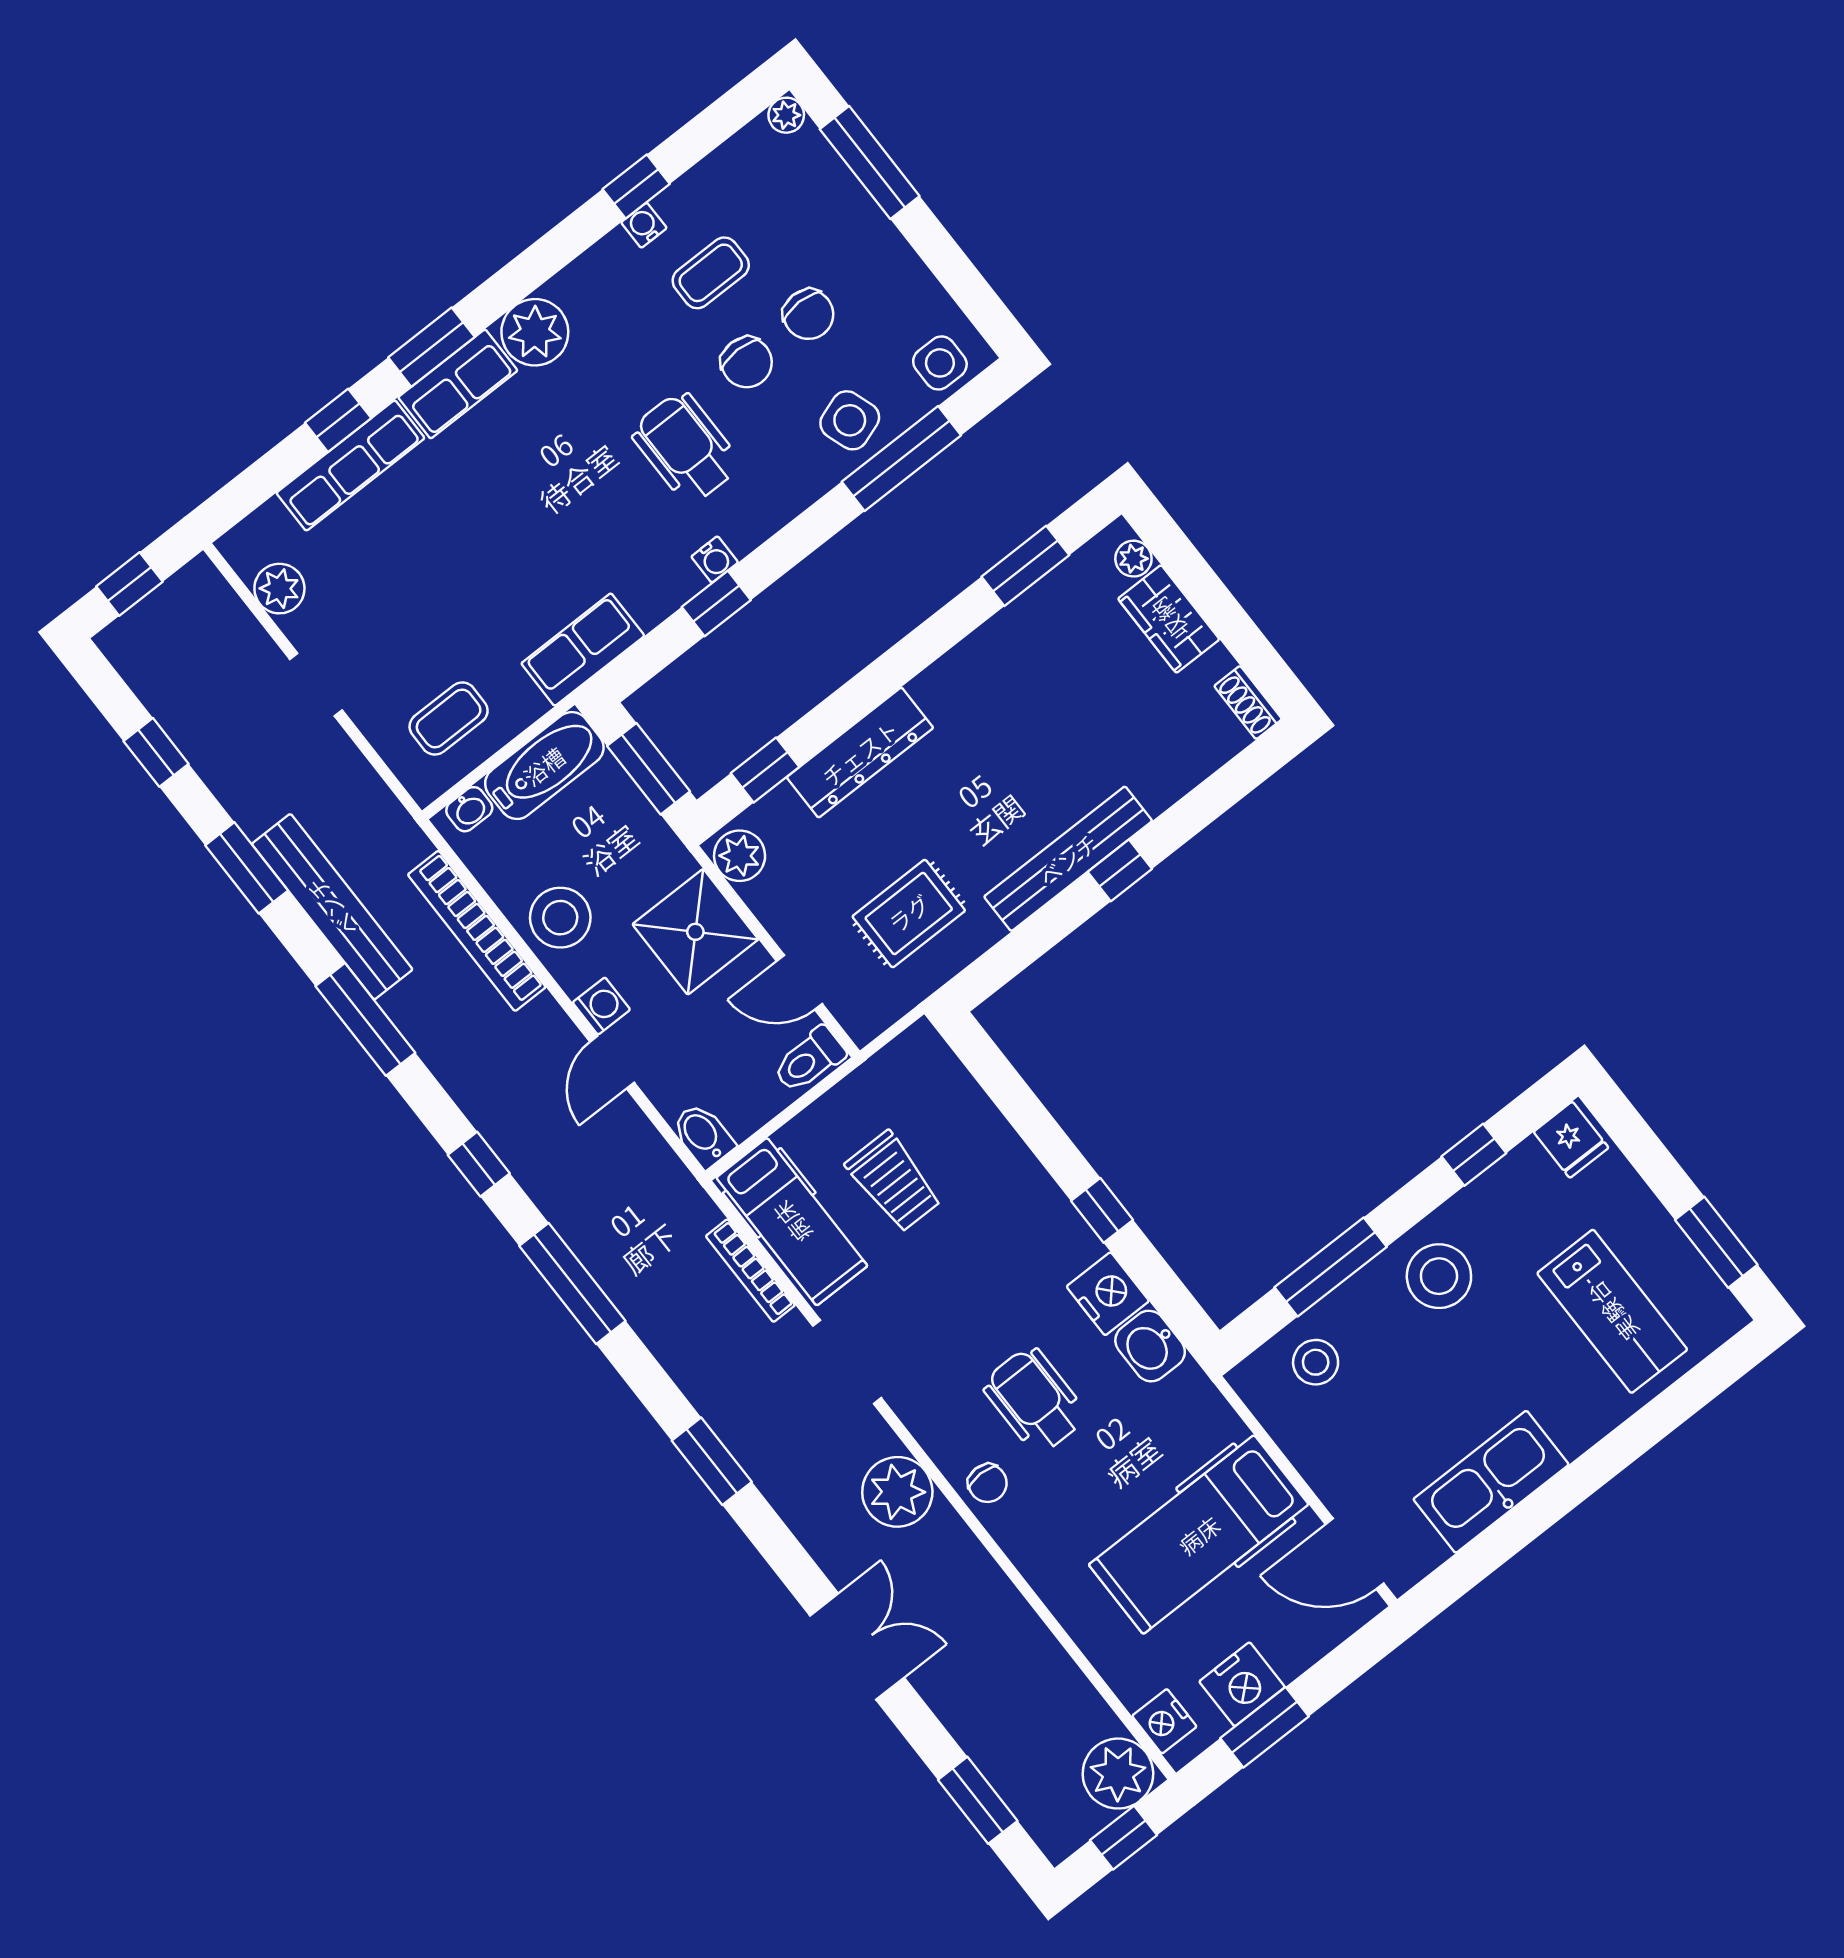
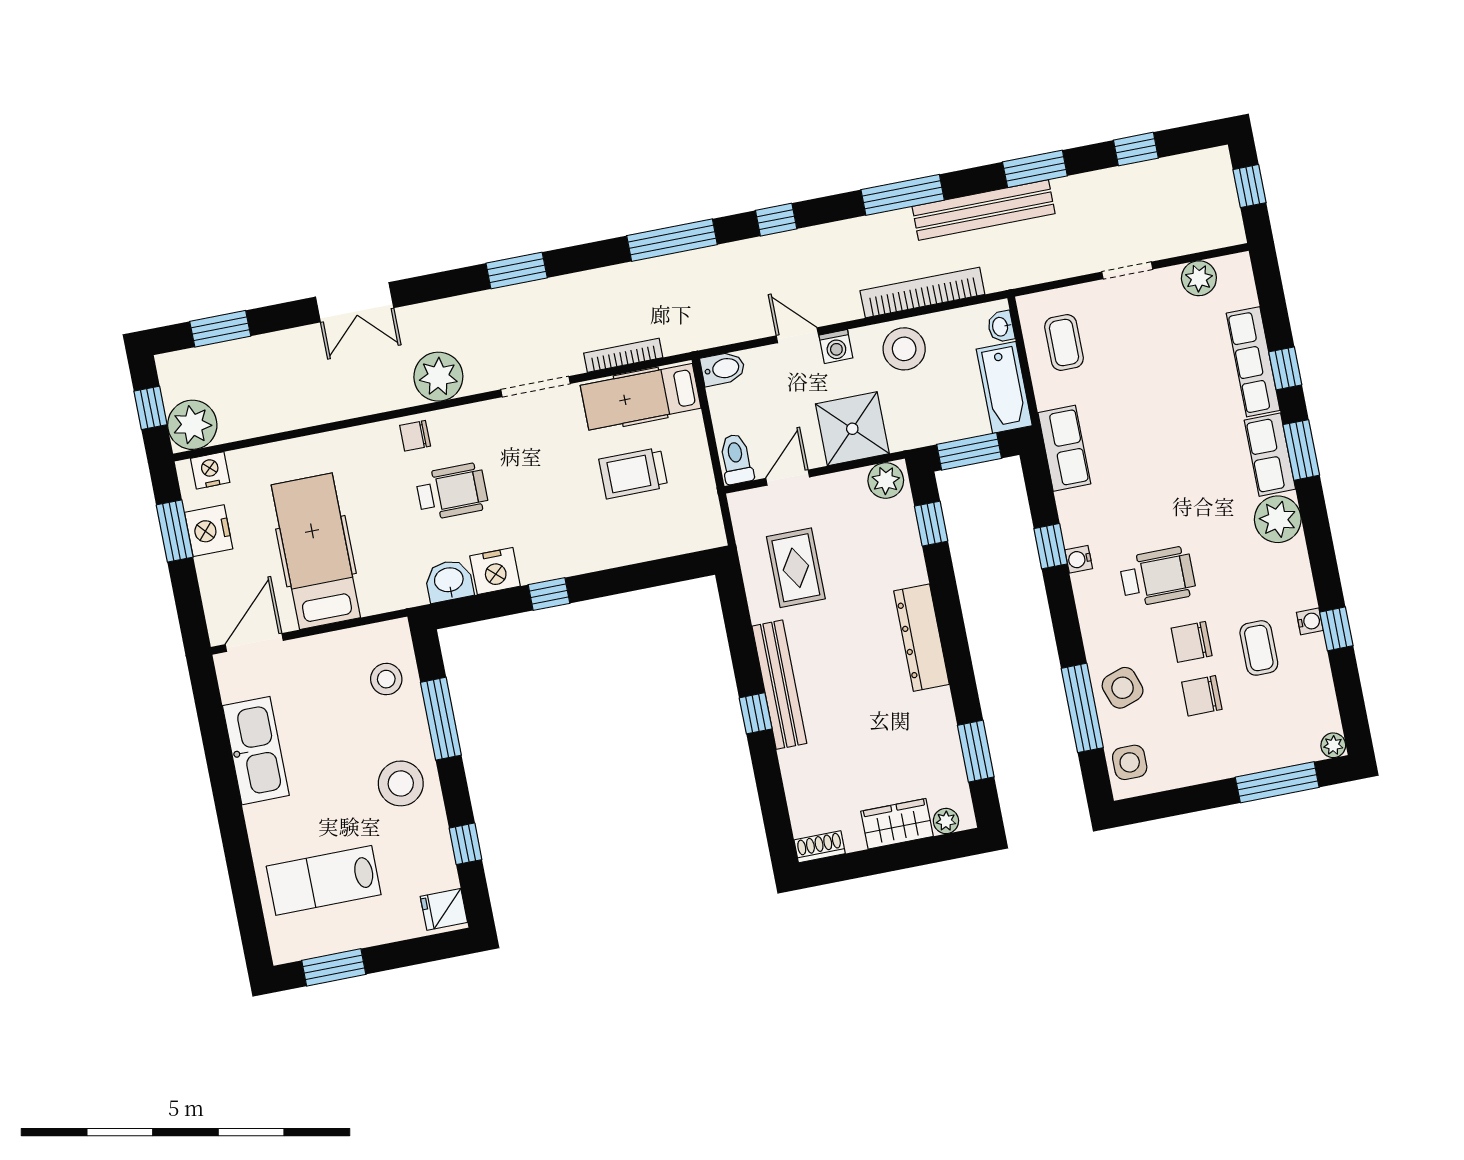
dresser: (860, 753) -> (922, 638), moved

